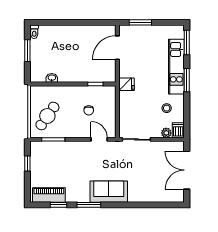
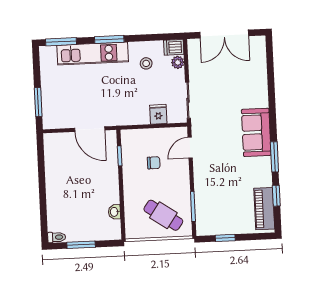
door: (117, 48) -> (90, 129), moved
fridge: (126, 84) -> (158, 114), moved

